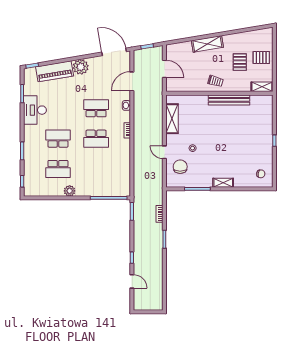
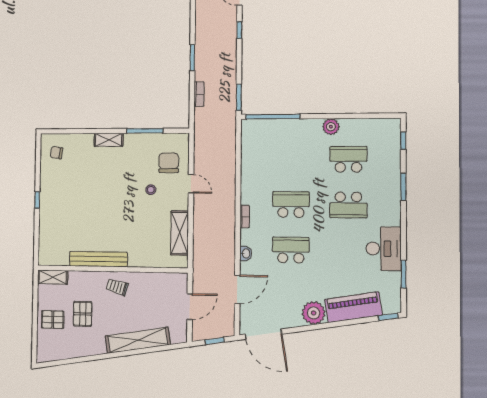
shelving: (207, 44) -> (138, 340), width x1.47
door: (164, 69) -> (190, 307), swing flipped
school desk: (96, 108) -> (291, 250), turned 180
chair: (180, 167) -> (169, 163), turned 180

